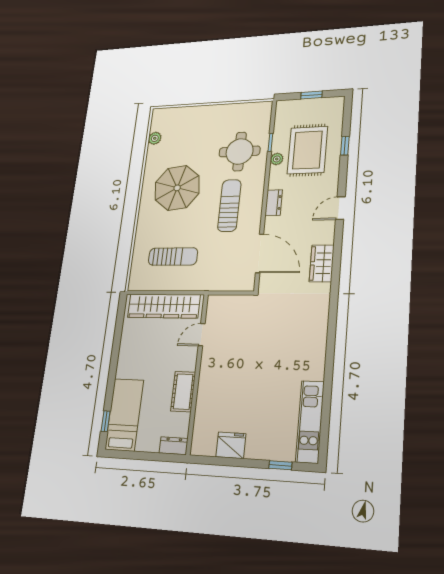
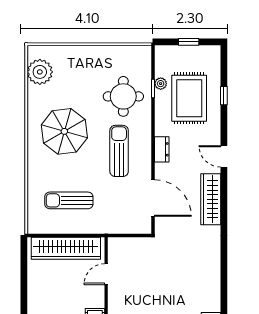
plant: (155, 138) -> (40, 72), width x1.88, depth x1.88
plant: (277, 159) -> (161, 84), moved
door: (340, 208) -> (224, 156), hinge flipped
sun lounger: (173, 257) -> (69, 200), turned 180
wardrobe: (322, 263) -> (211, 199), width x1.50

